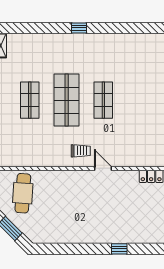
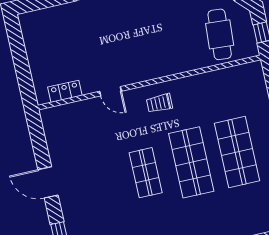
shop shelf: (30, 100) -> (237, 152), width x1.43, depth x1.36
door: (103, 168) -> (111, 91), moved

